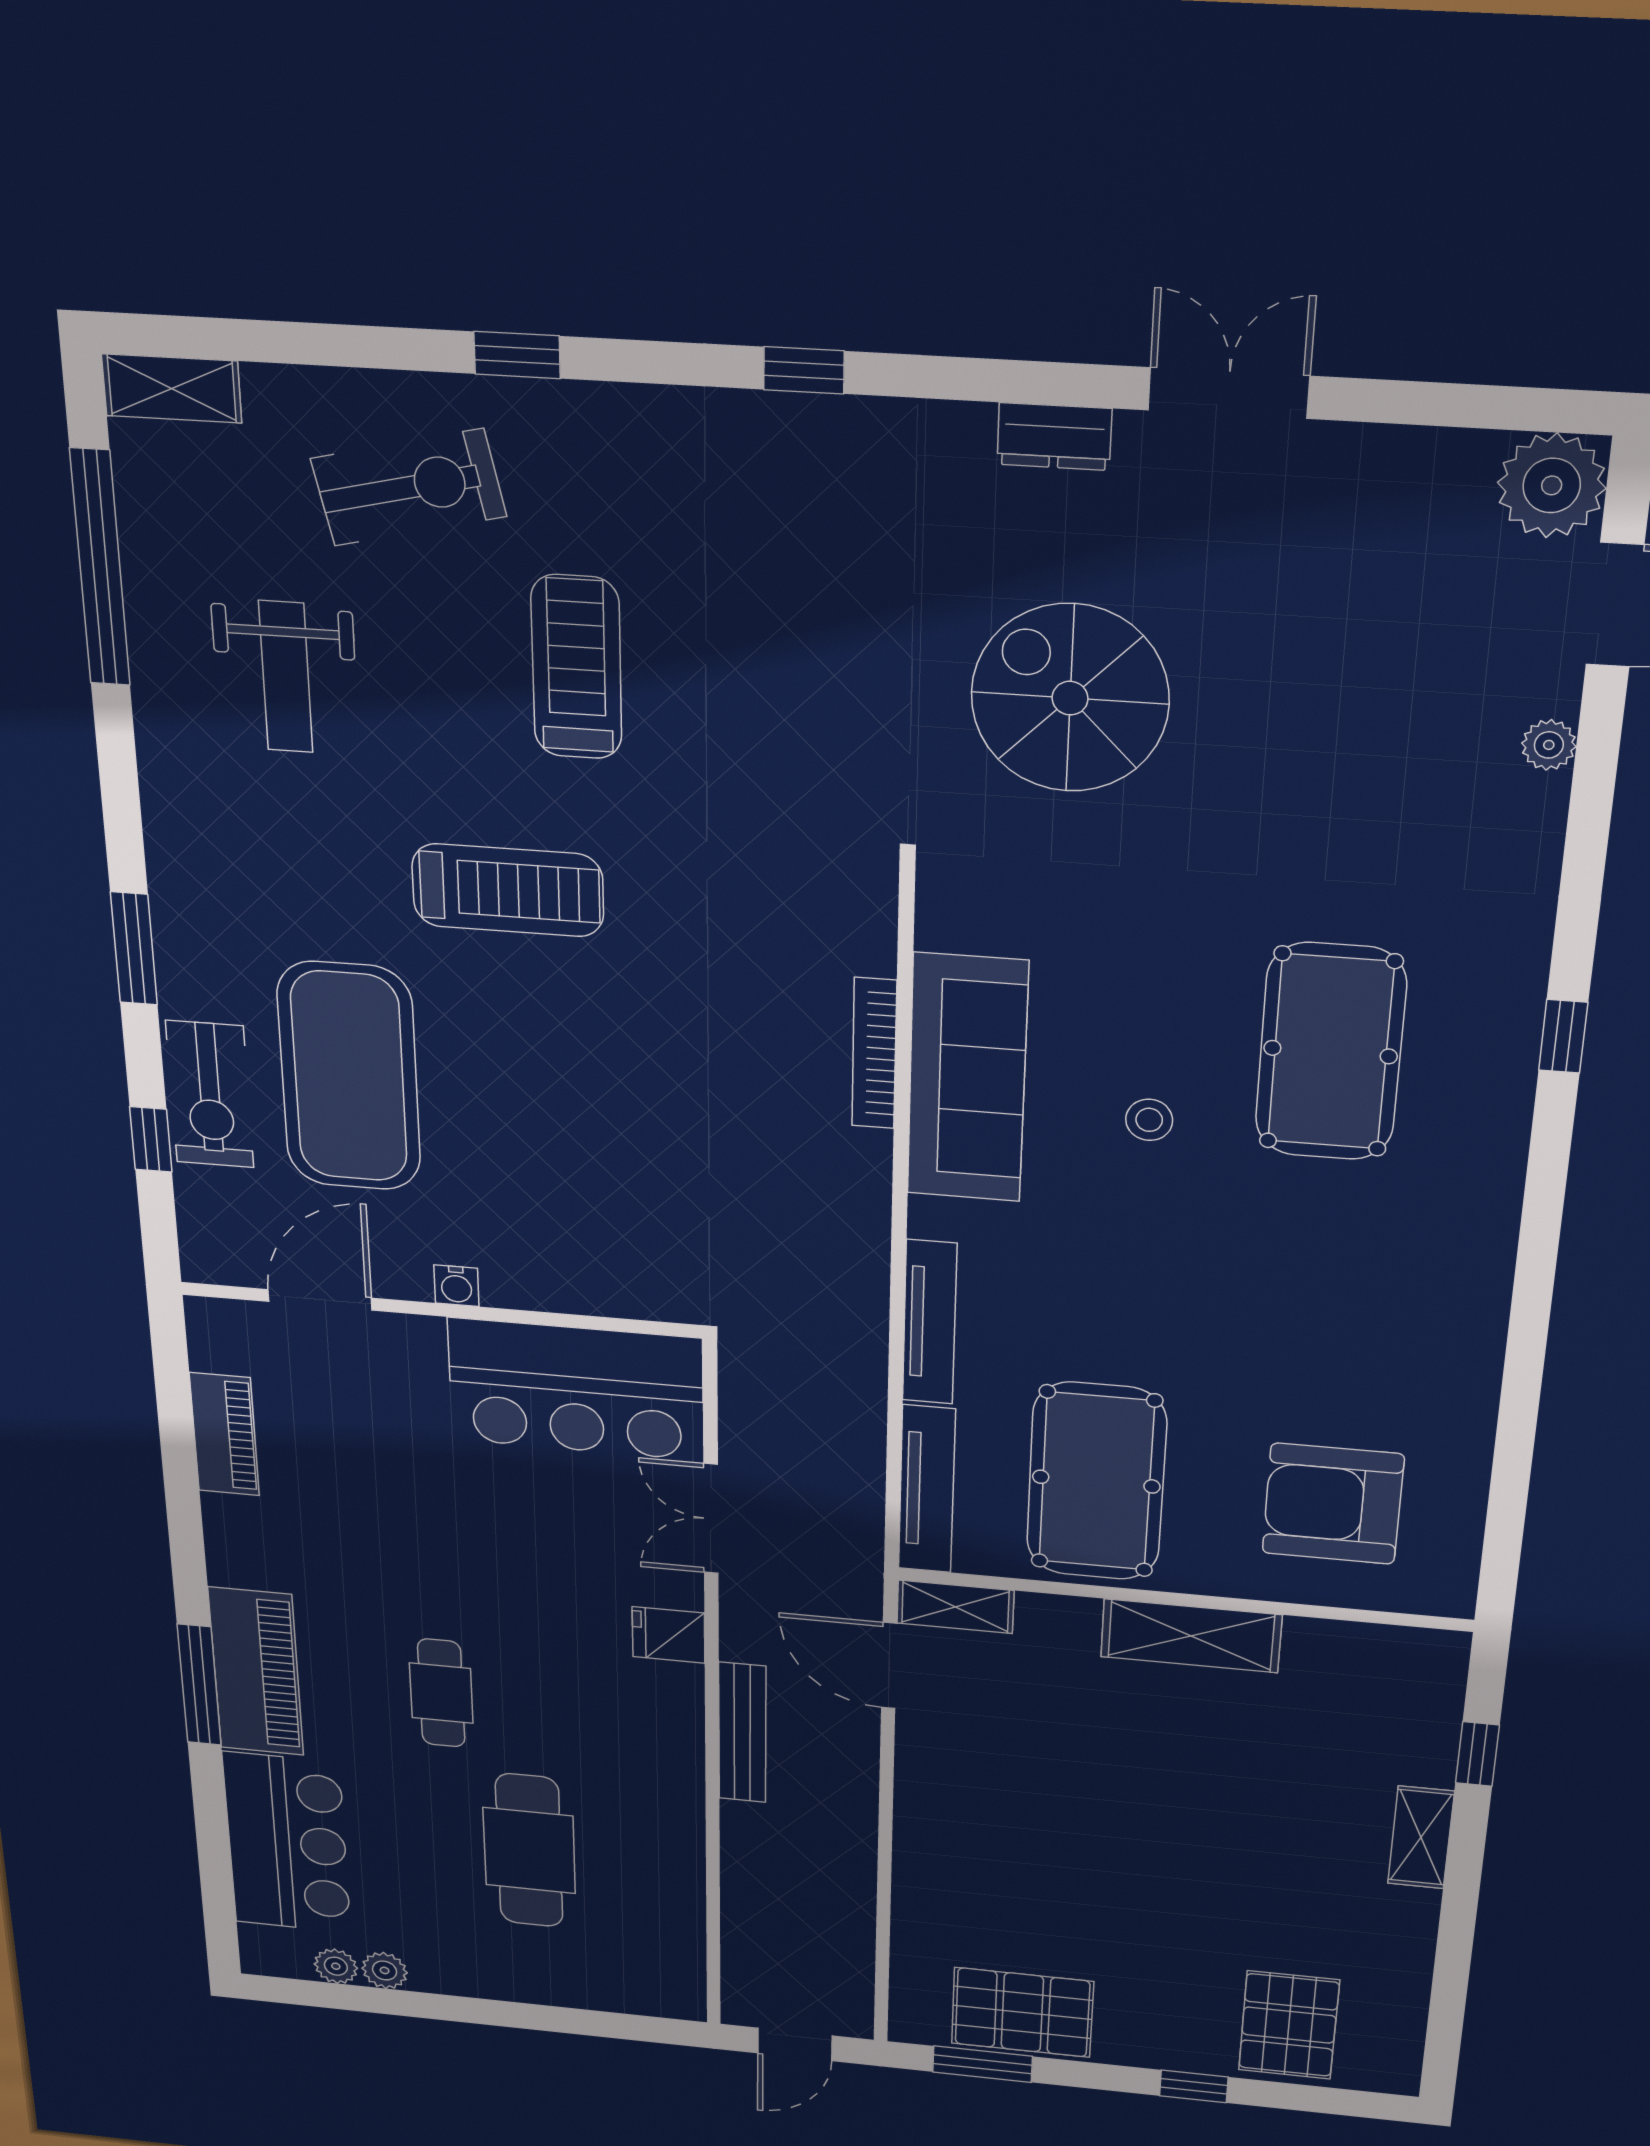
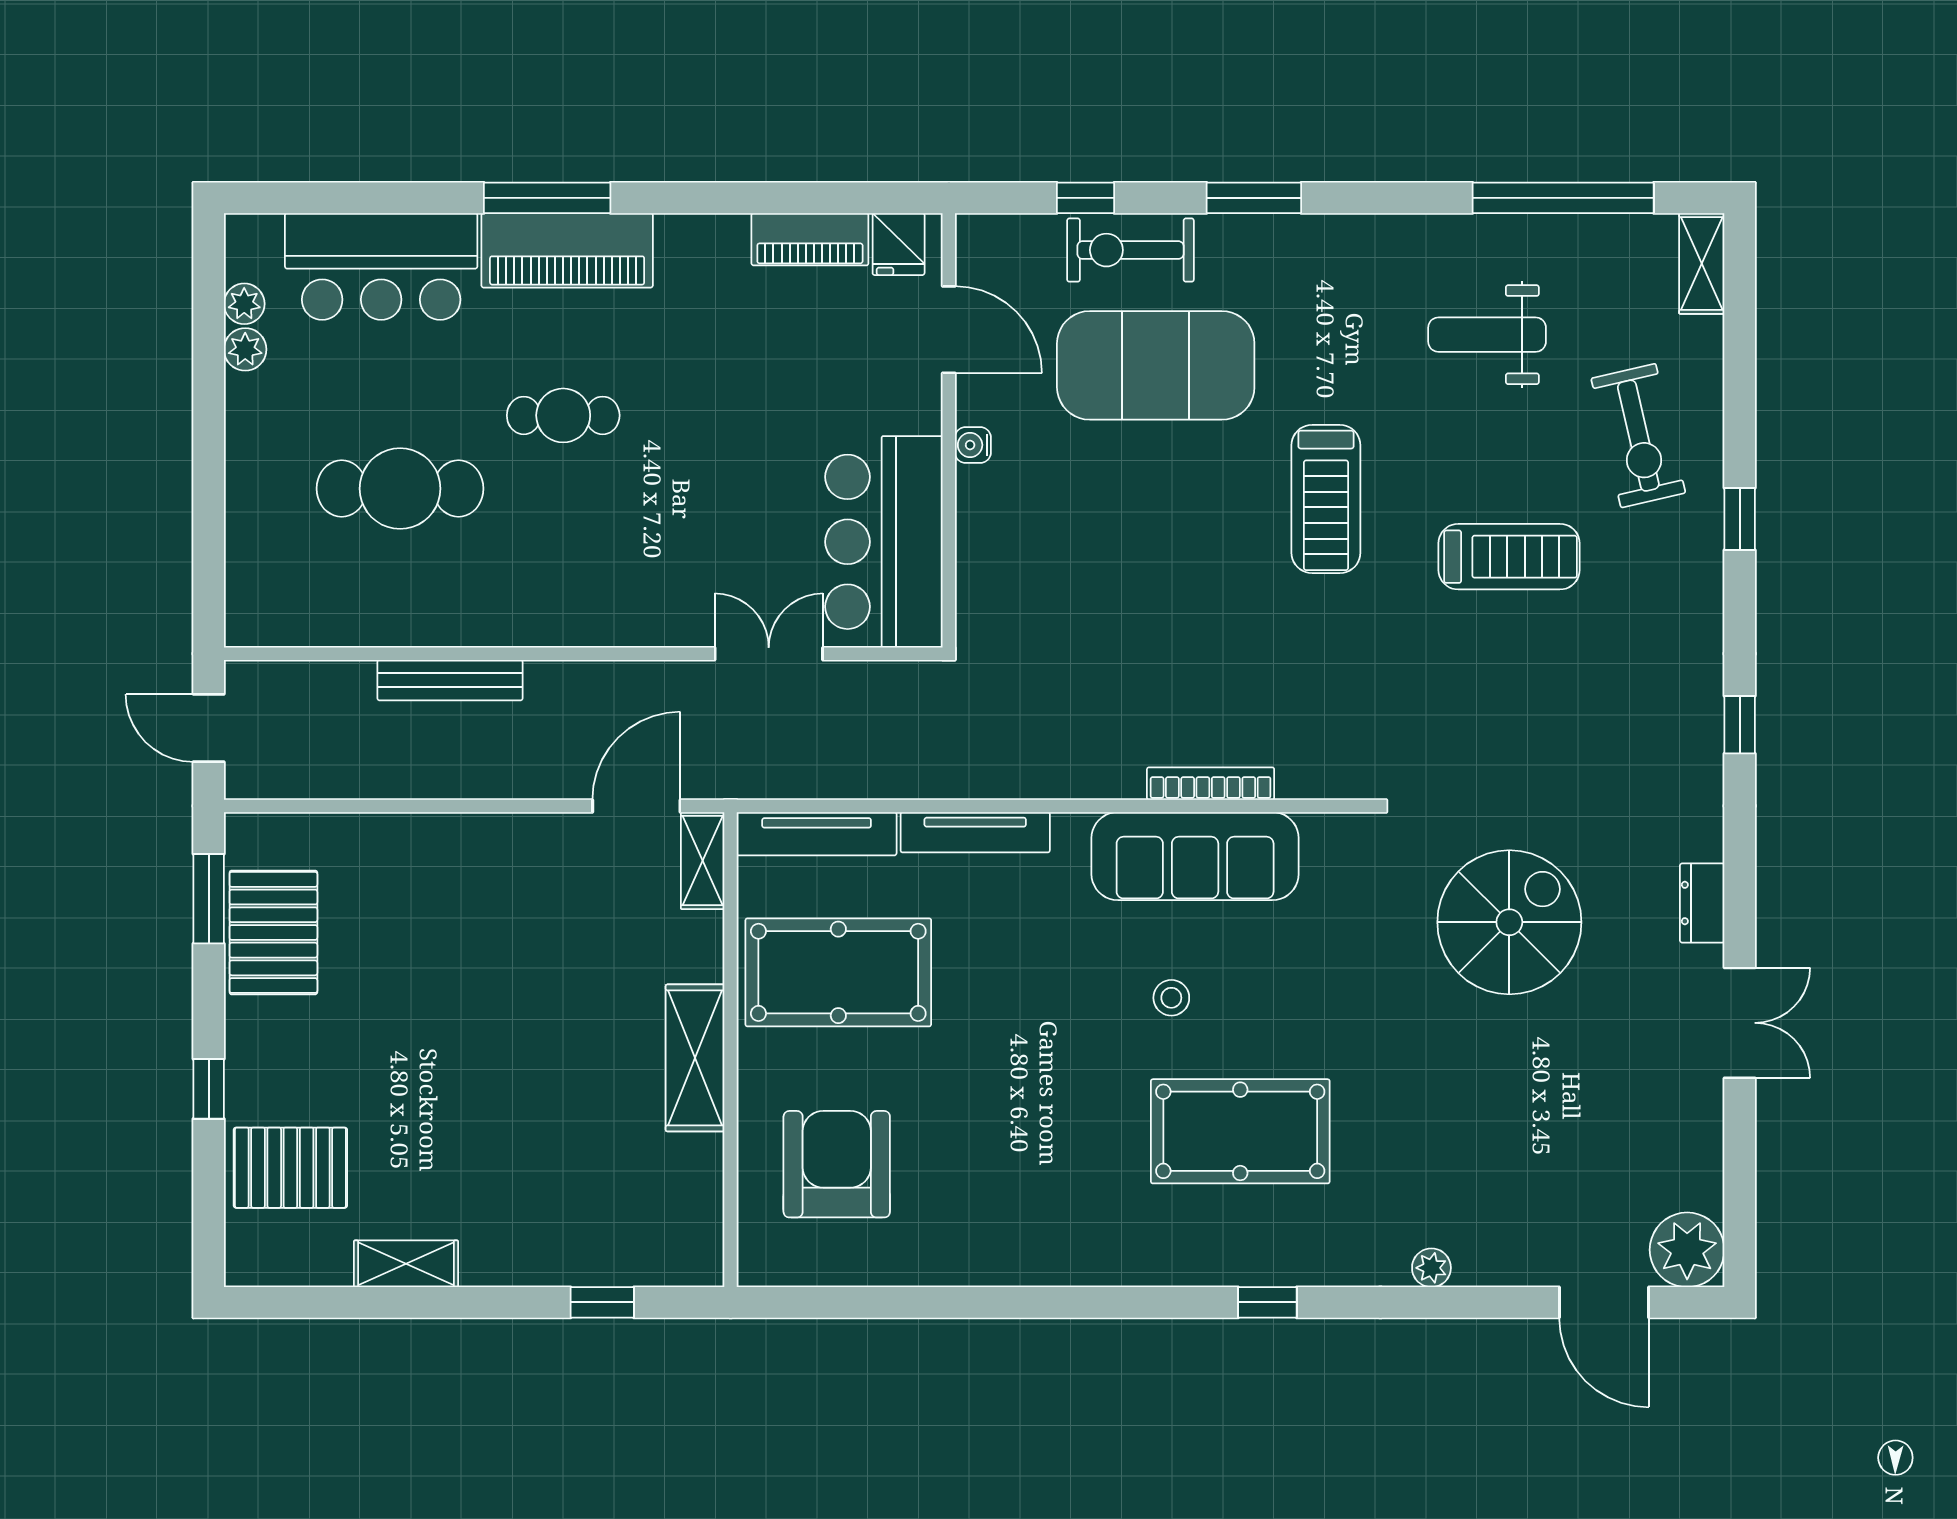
plant: (1549, 745) -> (1431, 1268), moved
fridge: (669, 1635) -> (899, 244), moved, turned 180
bench: (742, 1733) -> (450, 680), moved
shelving: (1421, 1837) -> (406, 1264), moved

